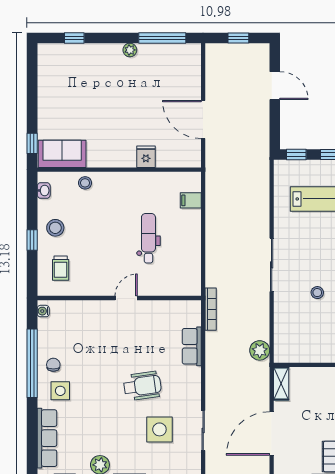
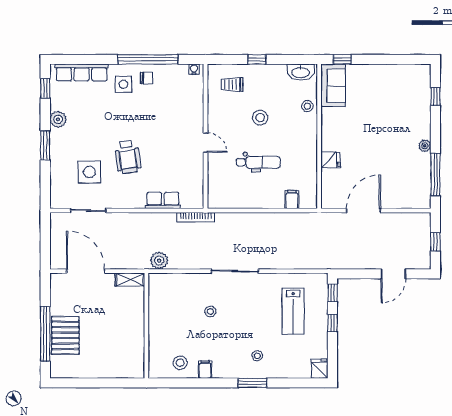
washbasin: (44, 190) -> (301, 72), width x1.91, depth x1.45
stool: (55, 228) -> (260, 118), moved

